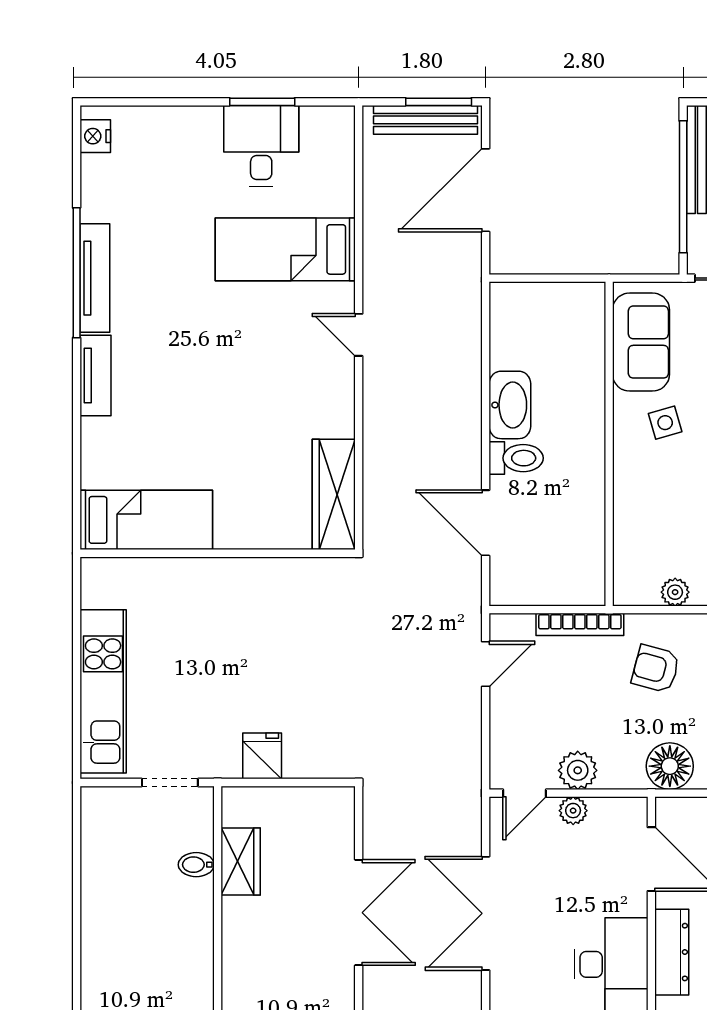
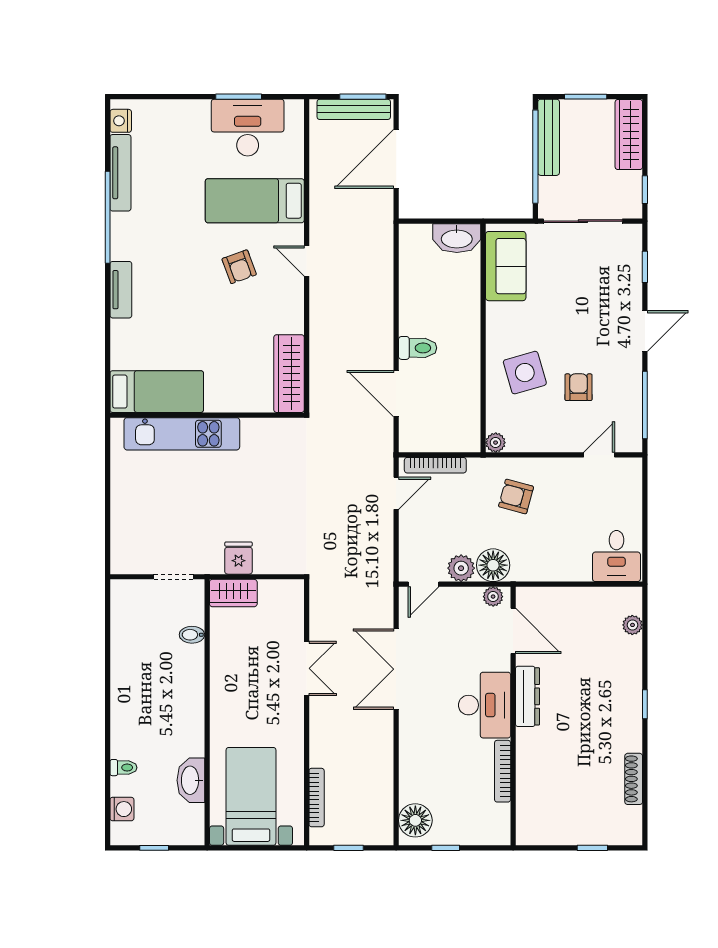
desk: (261, 146) -> (248, 128), width x1.37
tv unit: (95, 278) -> (120, 173), moved
armchair: (263, 343) -> (239, 267), added
washbasin: (510, 405) -> (457, 238), moved, turned 90
side table: (665, 423) -> (525, 373), moved, width x1.87, depth x1.87
plant: (675, 592) -> (496, 443), moved
bookcase: (580, 624) -> (435, 465), moved
kitchen unit: (103, 691) -> (182, 434), moved, turned 90
floor lamp: (670, 766) -> (493, 565), moved
plant: (573, 811) -> (493, 597), moved
wardrobe: (241, 861) -> (233, 593), moved, turned 90
double door: (359, 913) -> (307, 668), width x0.73

